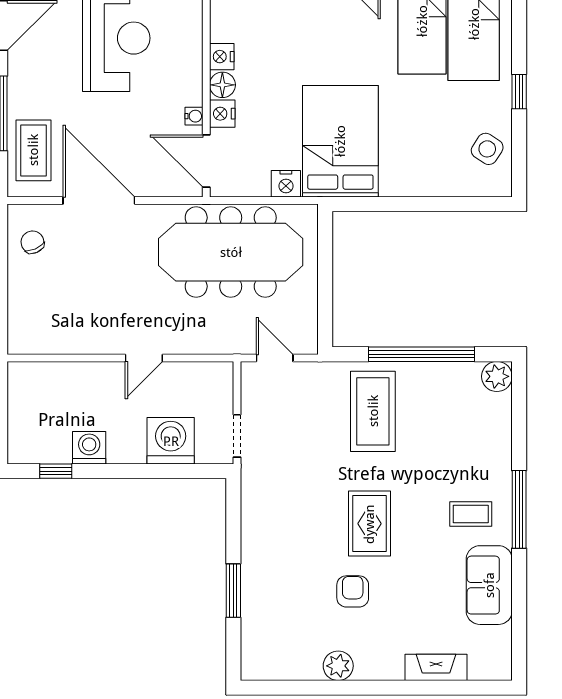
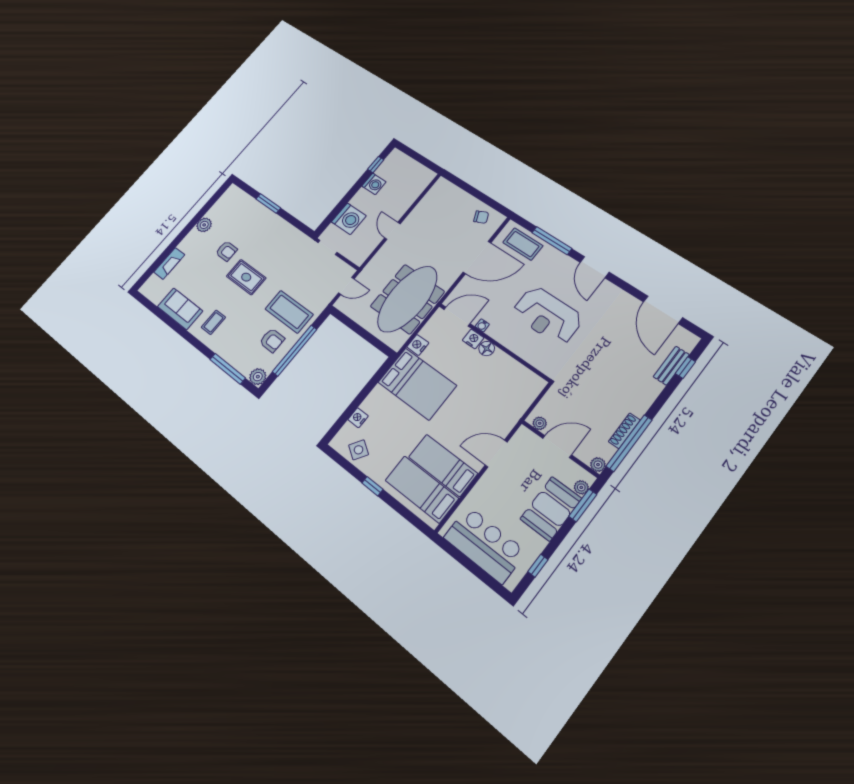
nightstand: (222, 57) -> (358, 418), moved, turned -90
armchair: (432, 401) -> (272, 340), added
window: (519, 509) -> (228, 369), moved

